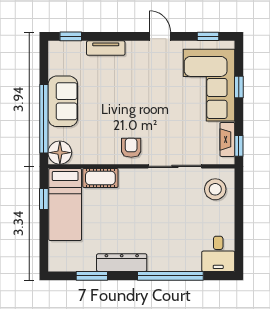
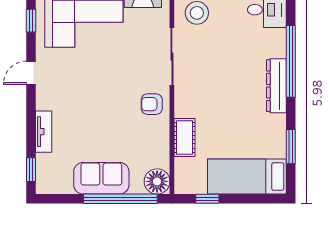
bed: (65, 205) -> (247, 177), moved, turned 180
dresser: (122, 263) -> (276, 86), moved

